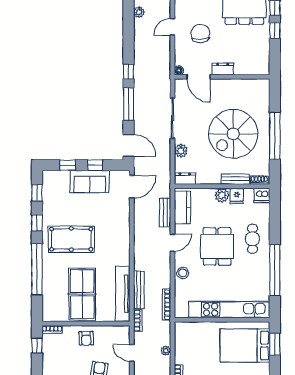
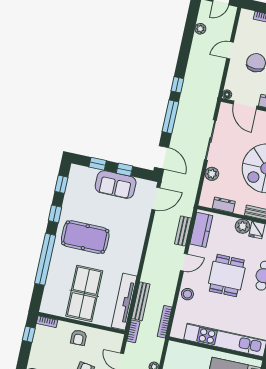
dresser: (185, 178) -> (224, 205), moved

